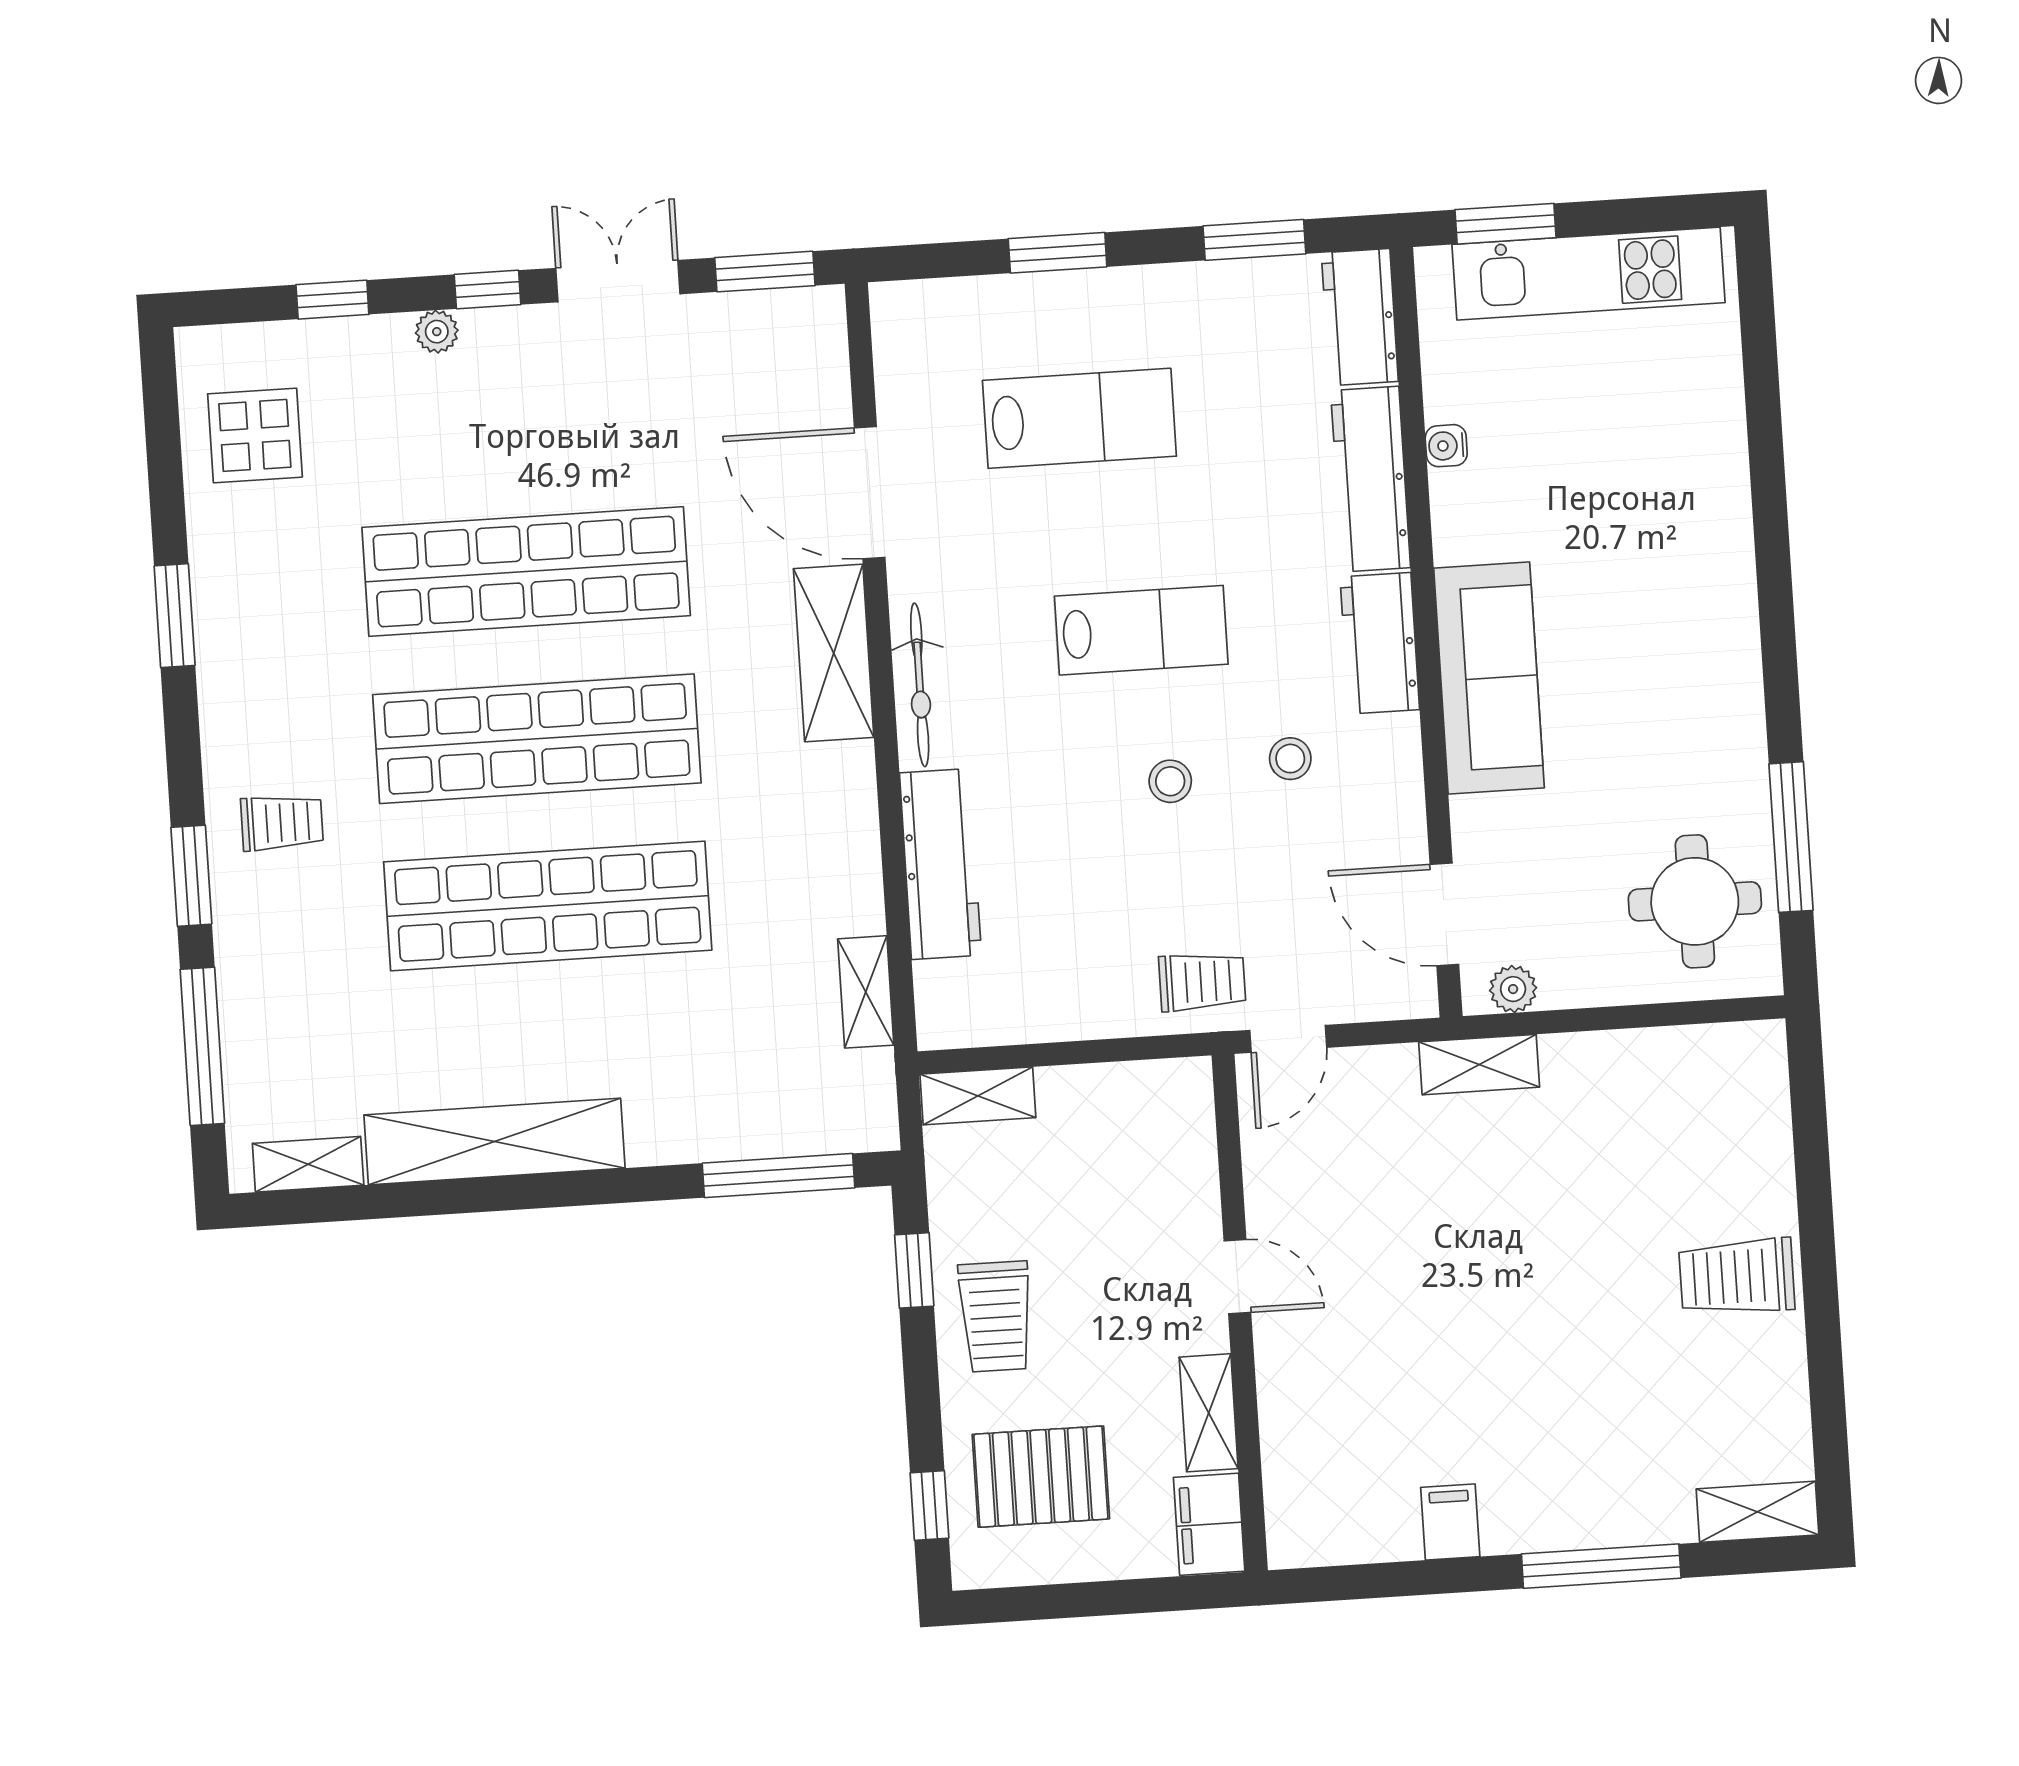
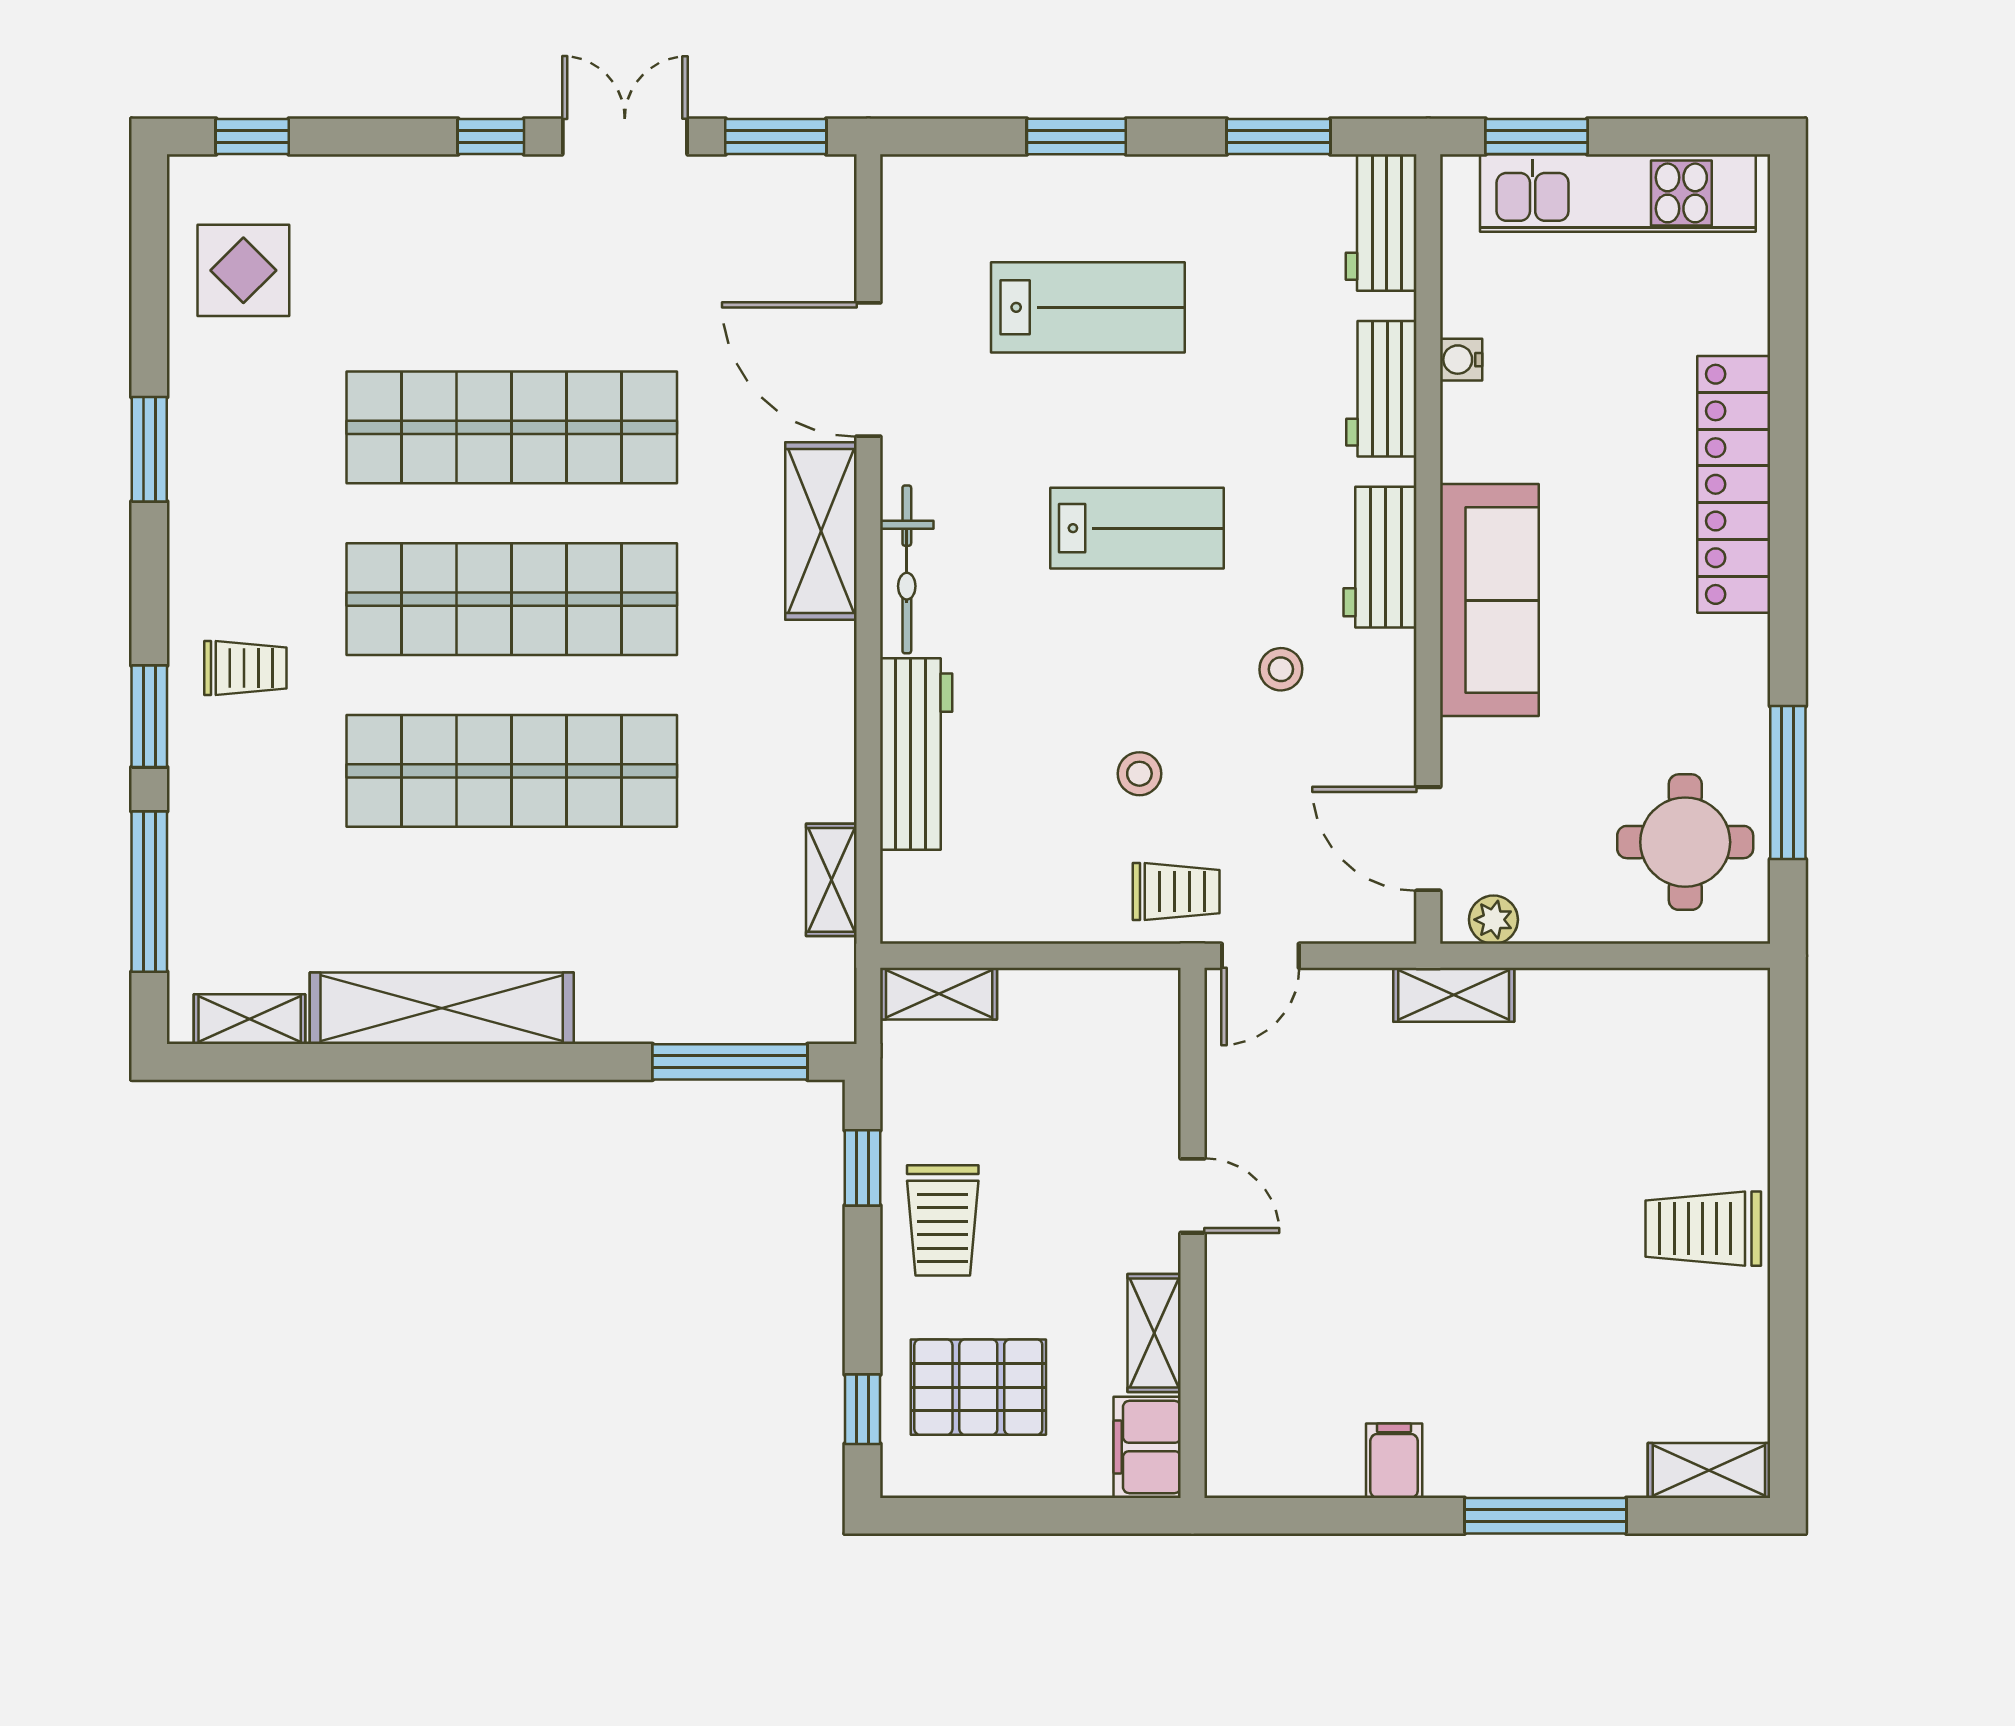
window: (332, 300) -> (252, 136), moved
plant: (437, 332) -> (436, 176), removed
workbench: (1371, 479) -> (1381, 389), width x0.73
locker: (1720, 550) -> (1734, 484), added
stool: (1170, 781) -> (1139, 774), moved

